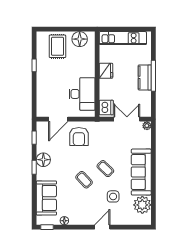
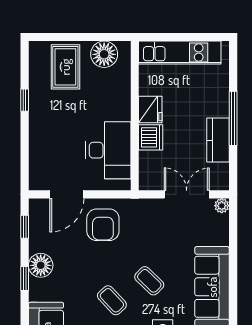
kitchen counter: (145, 77) -> (218, 140), moved
dishwasher: (106, 108) -> (151, 137), moved

